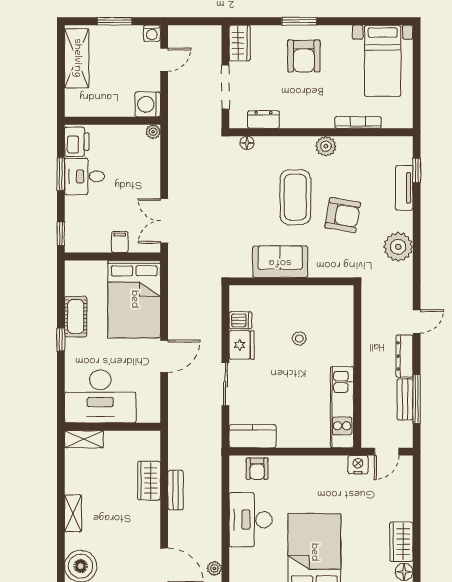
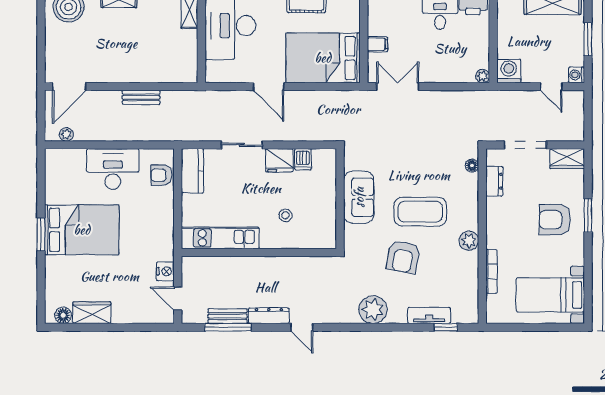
wall: (357, 367) -> (259, 253), moved
kitchen unit: (342, 407) -> (220, 238), moved
wardrobe: (149, 481) -> (150, 72), removed

